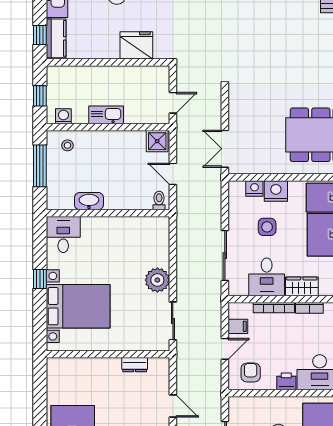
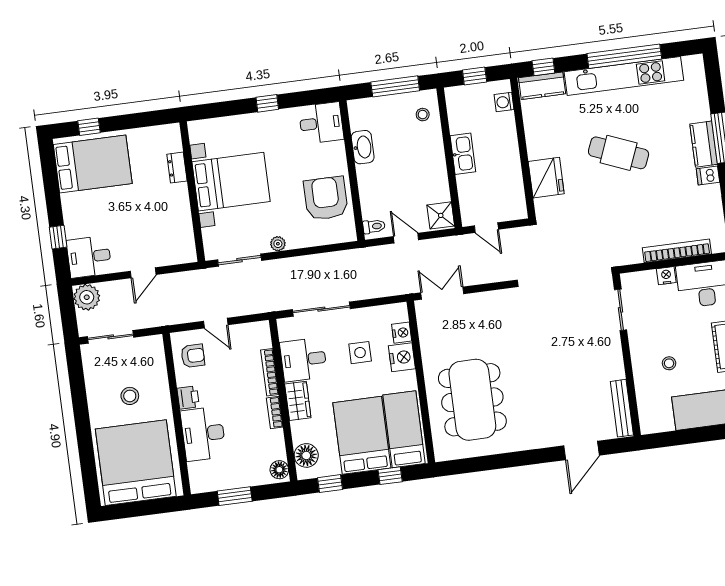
washing machine: (63, 116) -> (504, 102), moved, turned 180
door: (173, 174) -> (406, 238), hinge flipped
armchair: (129, 239) -> (326, 198), added
plant: (157, 280) -> (278, 244), width x0.53, depth x0.53
bed with nightstands: (78, 306) -> (231, 182), moved, turned -90
filing cabinet: (238, 326) -> (243, 334), removed
dresser: (135, 365) -> (177, 168), moved

